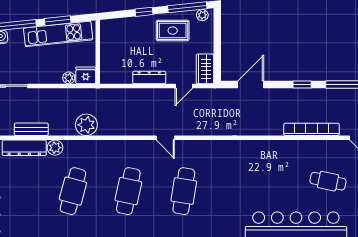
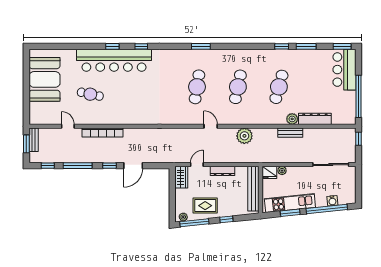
bench: (107, 54) -> (253, 189), added
door: (251, 85) -> (133, 166), moved
plant: (86, 125) -> (244, 136), moved
bench: (31, 129) -> (290, 133), moved

